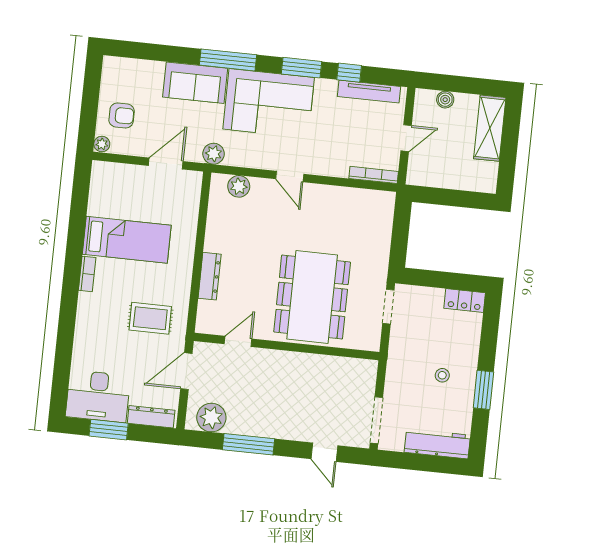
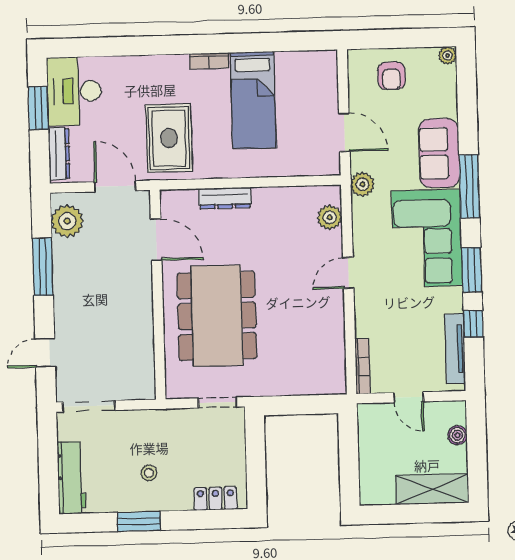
plant: (102, 144) -> (448, 55), moved
dining table: (312, 297) -> (217, 316), turned 90
locker: (465, 301) -> (215, 499), moved, turned 90
rug: (150, 318) -> (169, 138), width x1.36, depth x1.43
door: (238, 341) -> (156, 240), width x1.38

